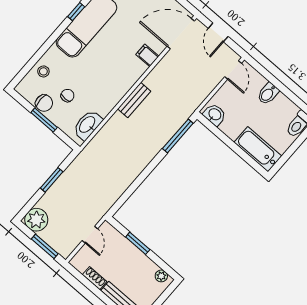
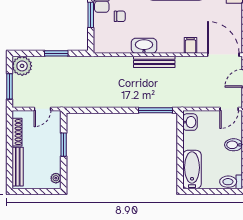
bench: (134, 100) -> (154, 62), width x1.36
washbasin: (88, 125) -> (144, 46), moved
shoe rack: (95, 278) -> (17, 132), width x1.43

